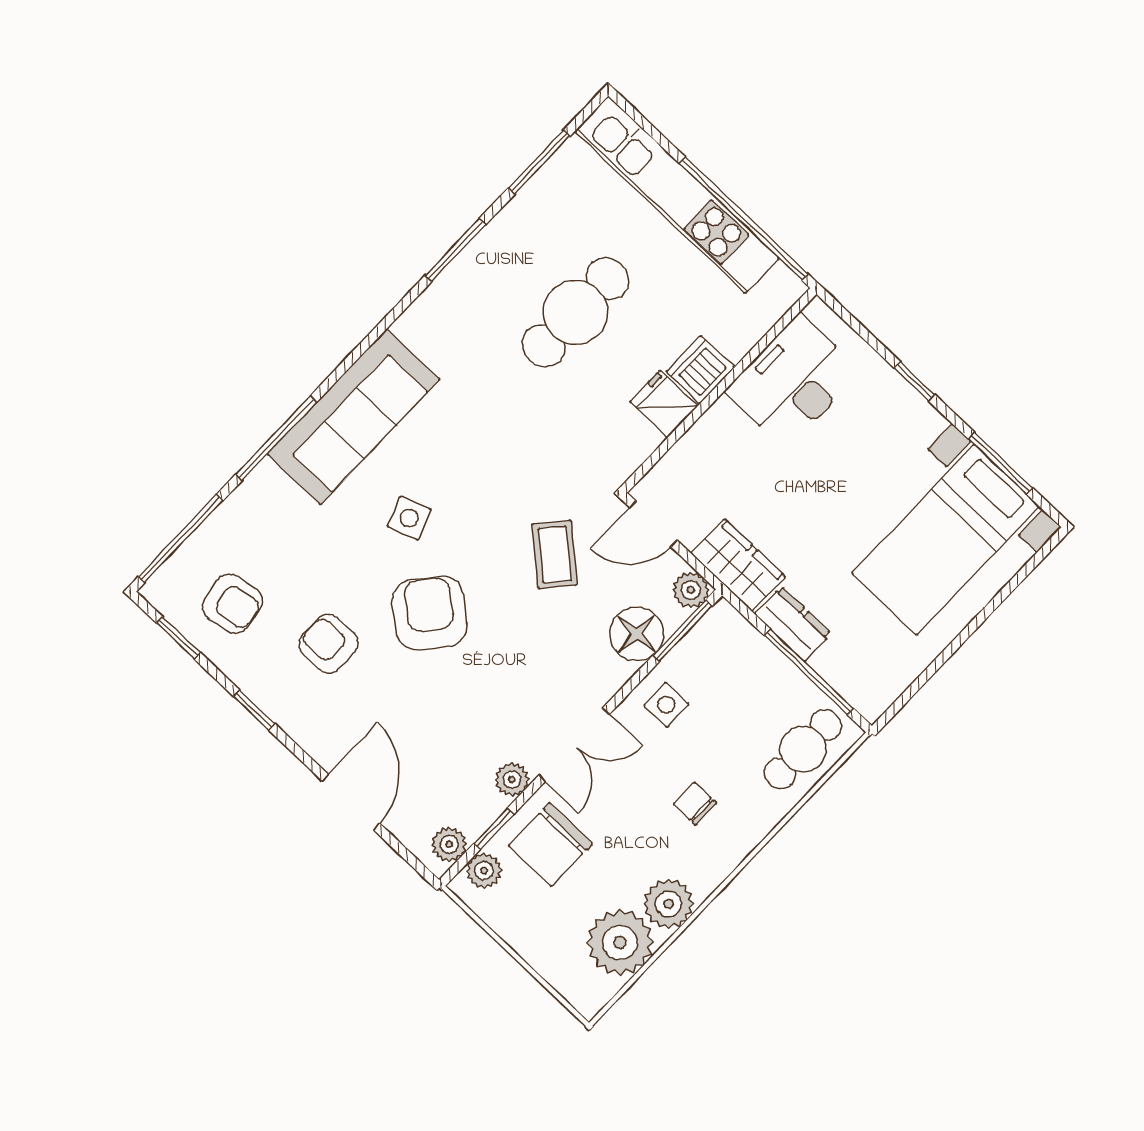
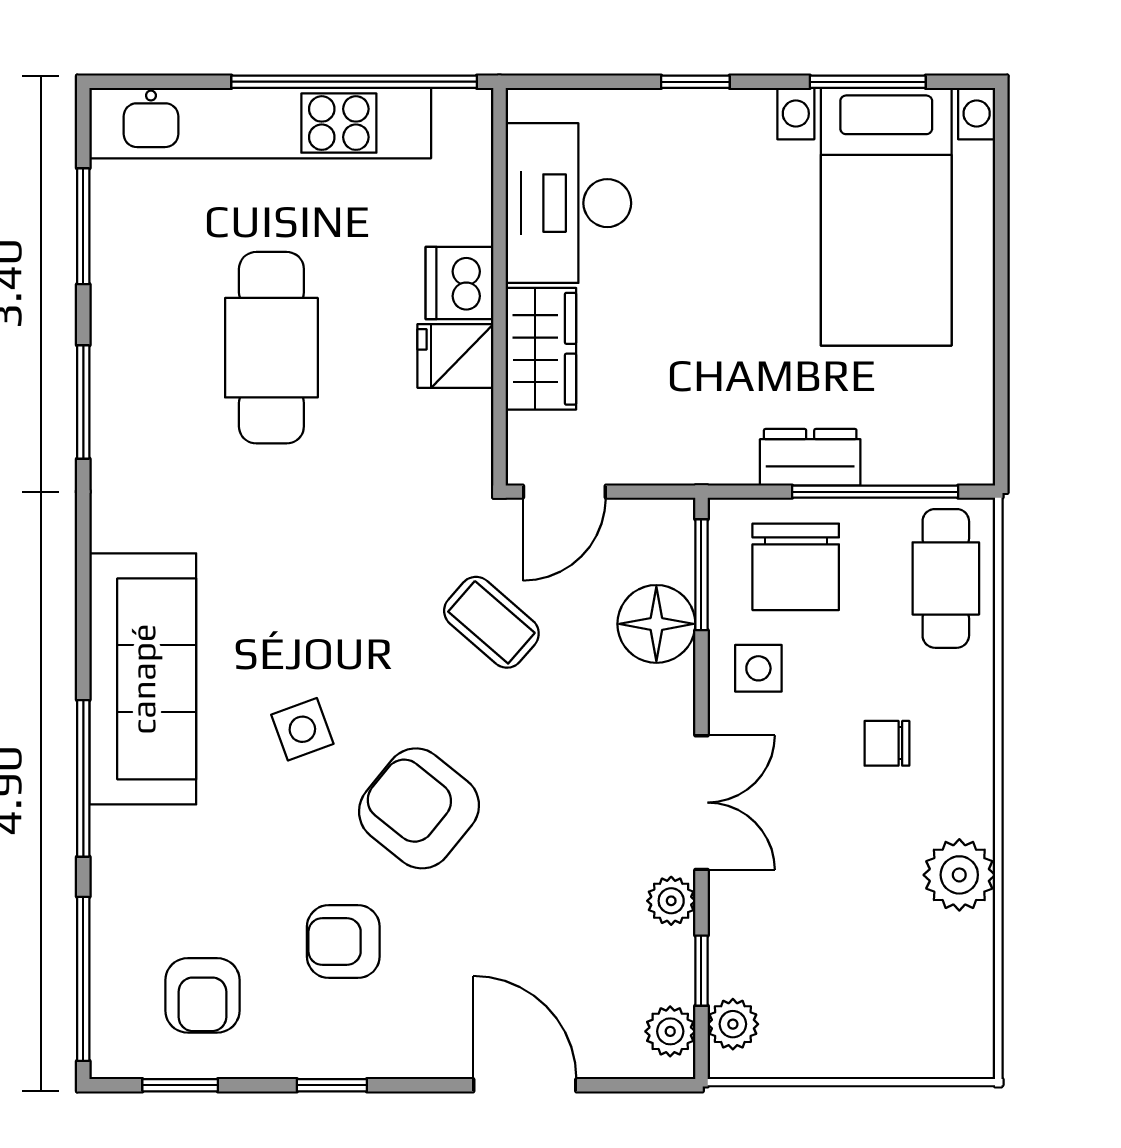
wardrobe: (738, 565) -> (541, 349), moved, turned 90
plant: (691, 590) -> (669, 524), removed
armchair: (232, 604) -> (202, 995), turned 100
chair: (551, 845) -> (796, 567), moved
plant: (620, 942) -> (947, 964), removed

